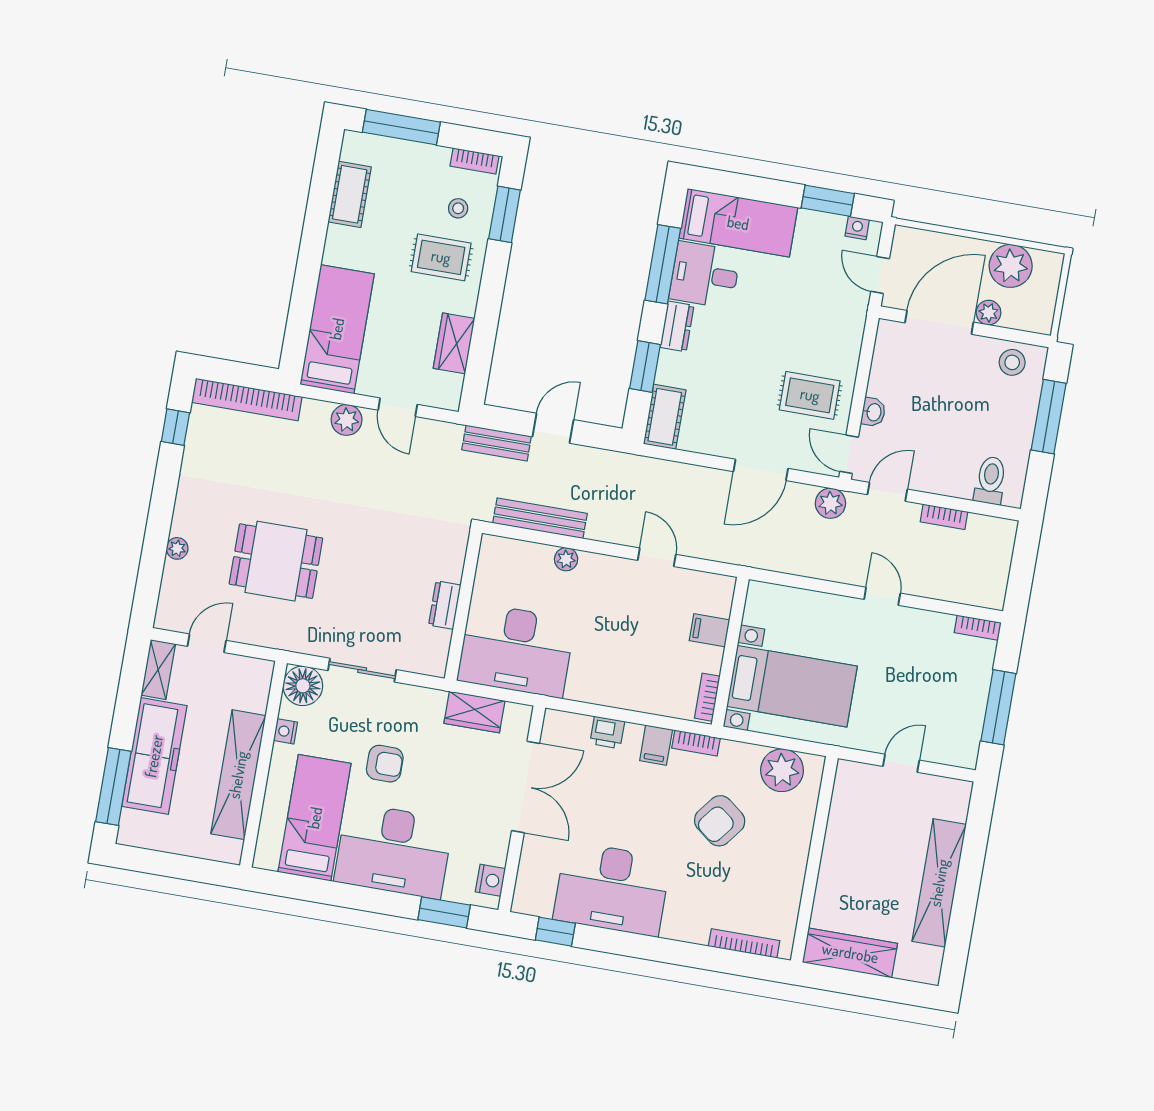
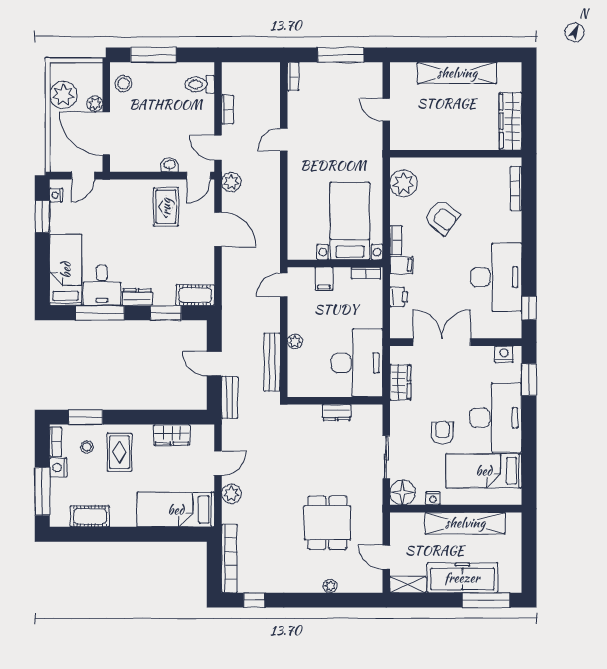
nightstand: (434, 158) -> (58, 468), added
filing cabinet: (709, 630) -> (324, 279), moved
wall: (730, 652) -> (335, 263), moved
bed with nightstands: (792, 686) -> (350, 221), moved
bookcase: (707, 697) -> (366, 273), moved

